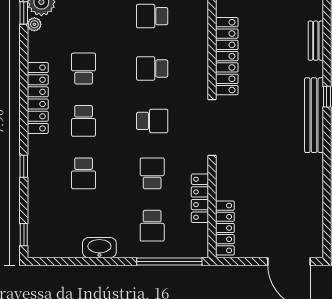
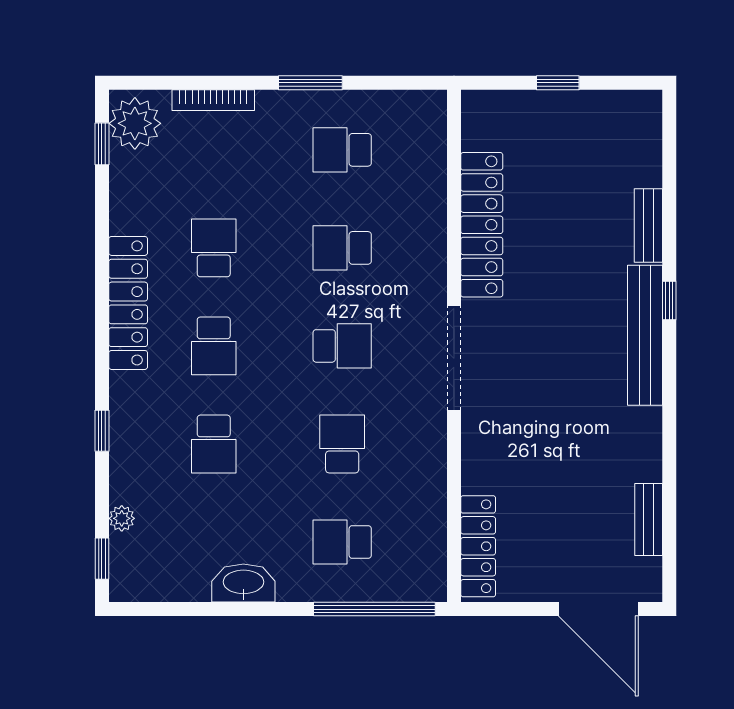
plant: (34, 24) -> (122, 518), moved
bench: (316, 41) -> (648, 225), moved
locker: (200, 198) -> (431, 491), removed
bench: (316, 214) -> (649, 520), added
school desk: (152, 226) -> (342, 542), turned 90

